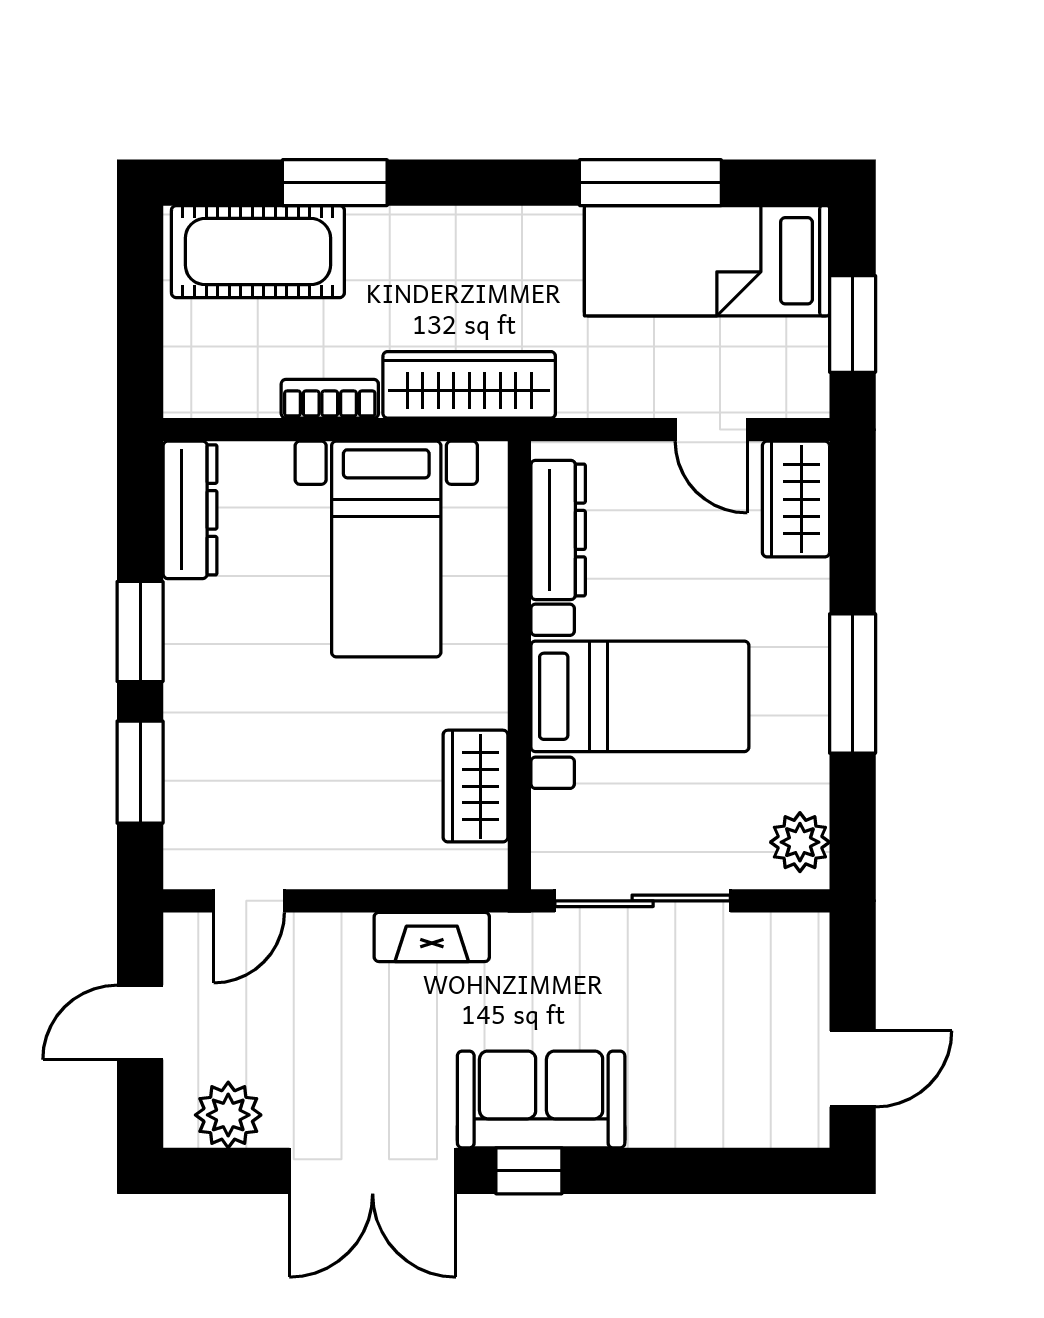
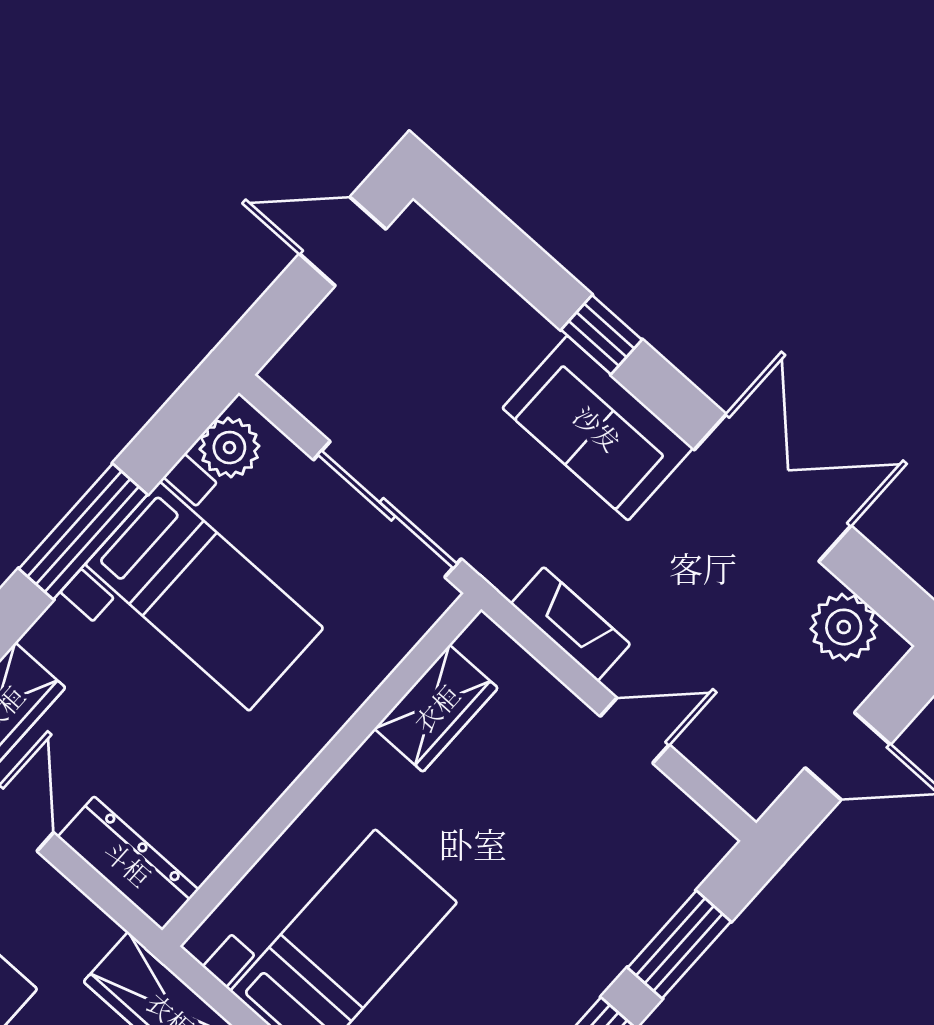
dresser: (558, 530) -> (128, 863), moved, turned 90
bed with nightstands: (640, 696) -> (204, 596), moved, turned 180
door: (249, 901) -> (635, 730), moved
window: (529, 1171) -> (601, 335), moved

